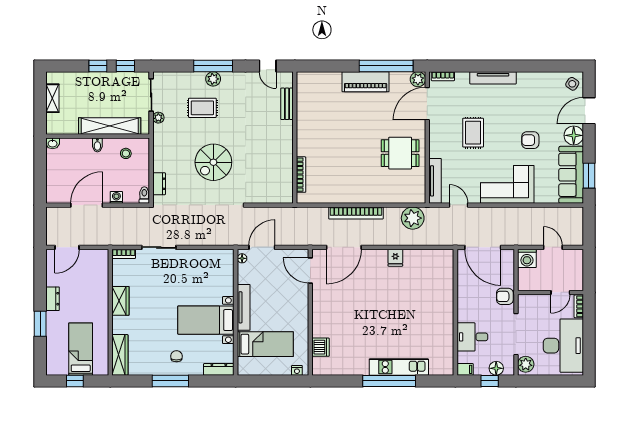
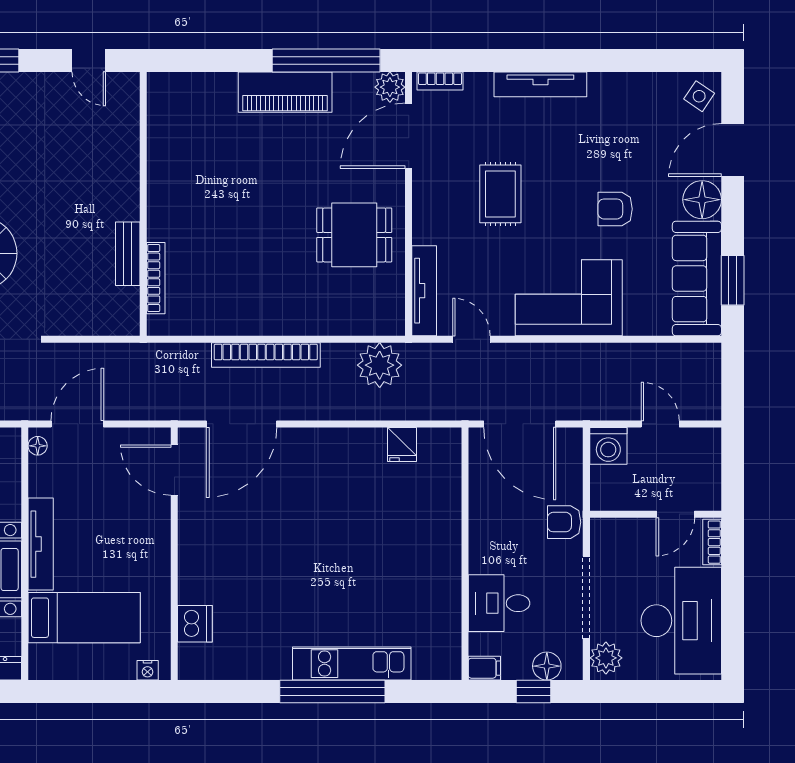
bench: (287, 104) -> (128, 254), moved
fridge: (395, 258) -> (402, 445), moved

